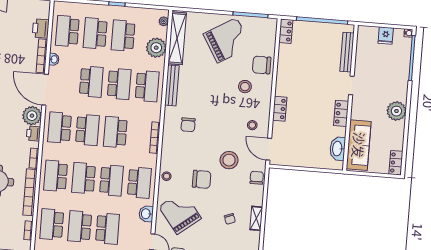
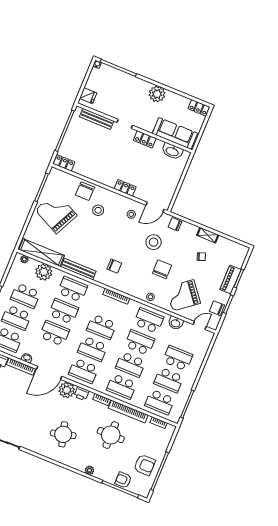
fridge: (386, 36) -> (88, 96), moved
grand piano: (227, 40) -> (56, 213), turned -33
school desk: (87, 130) -> (93, 349), turned 180

